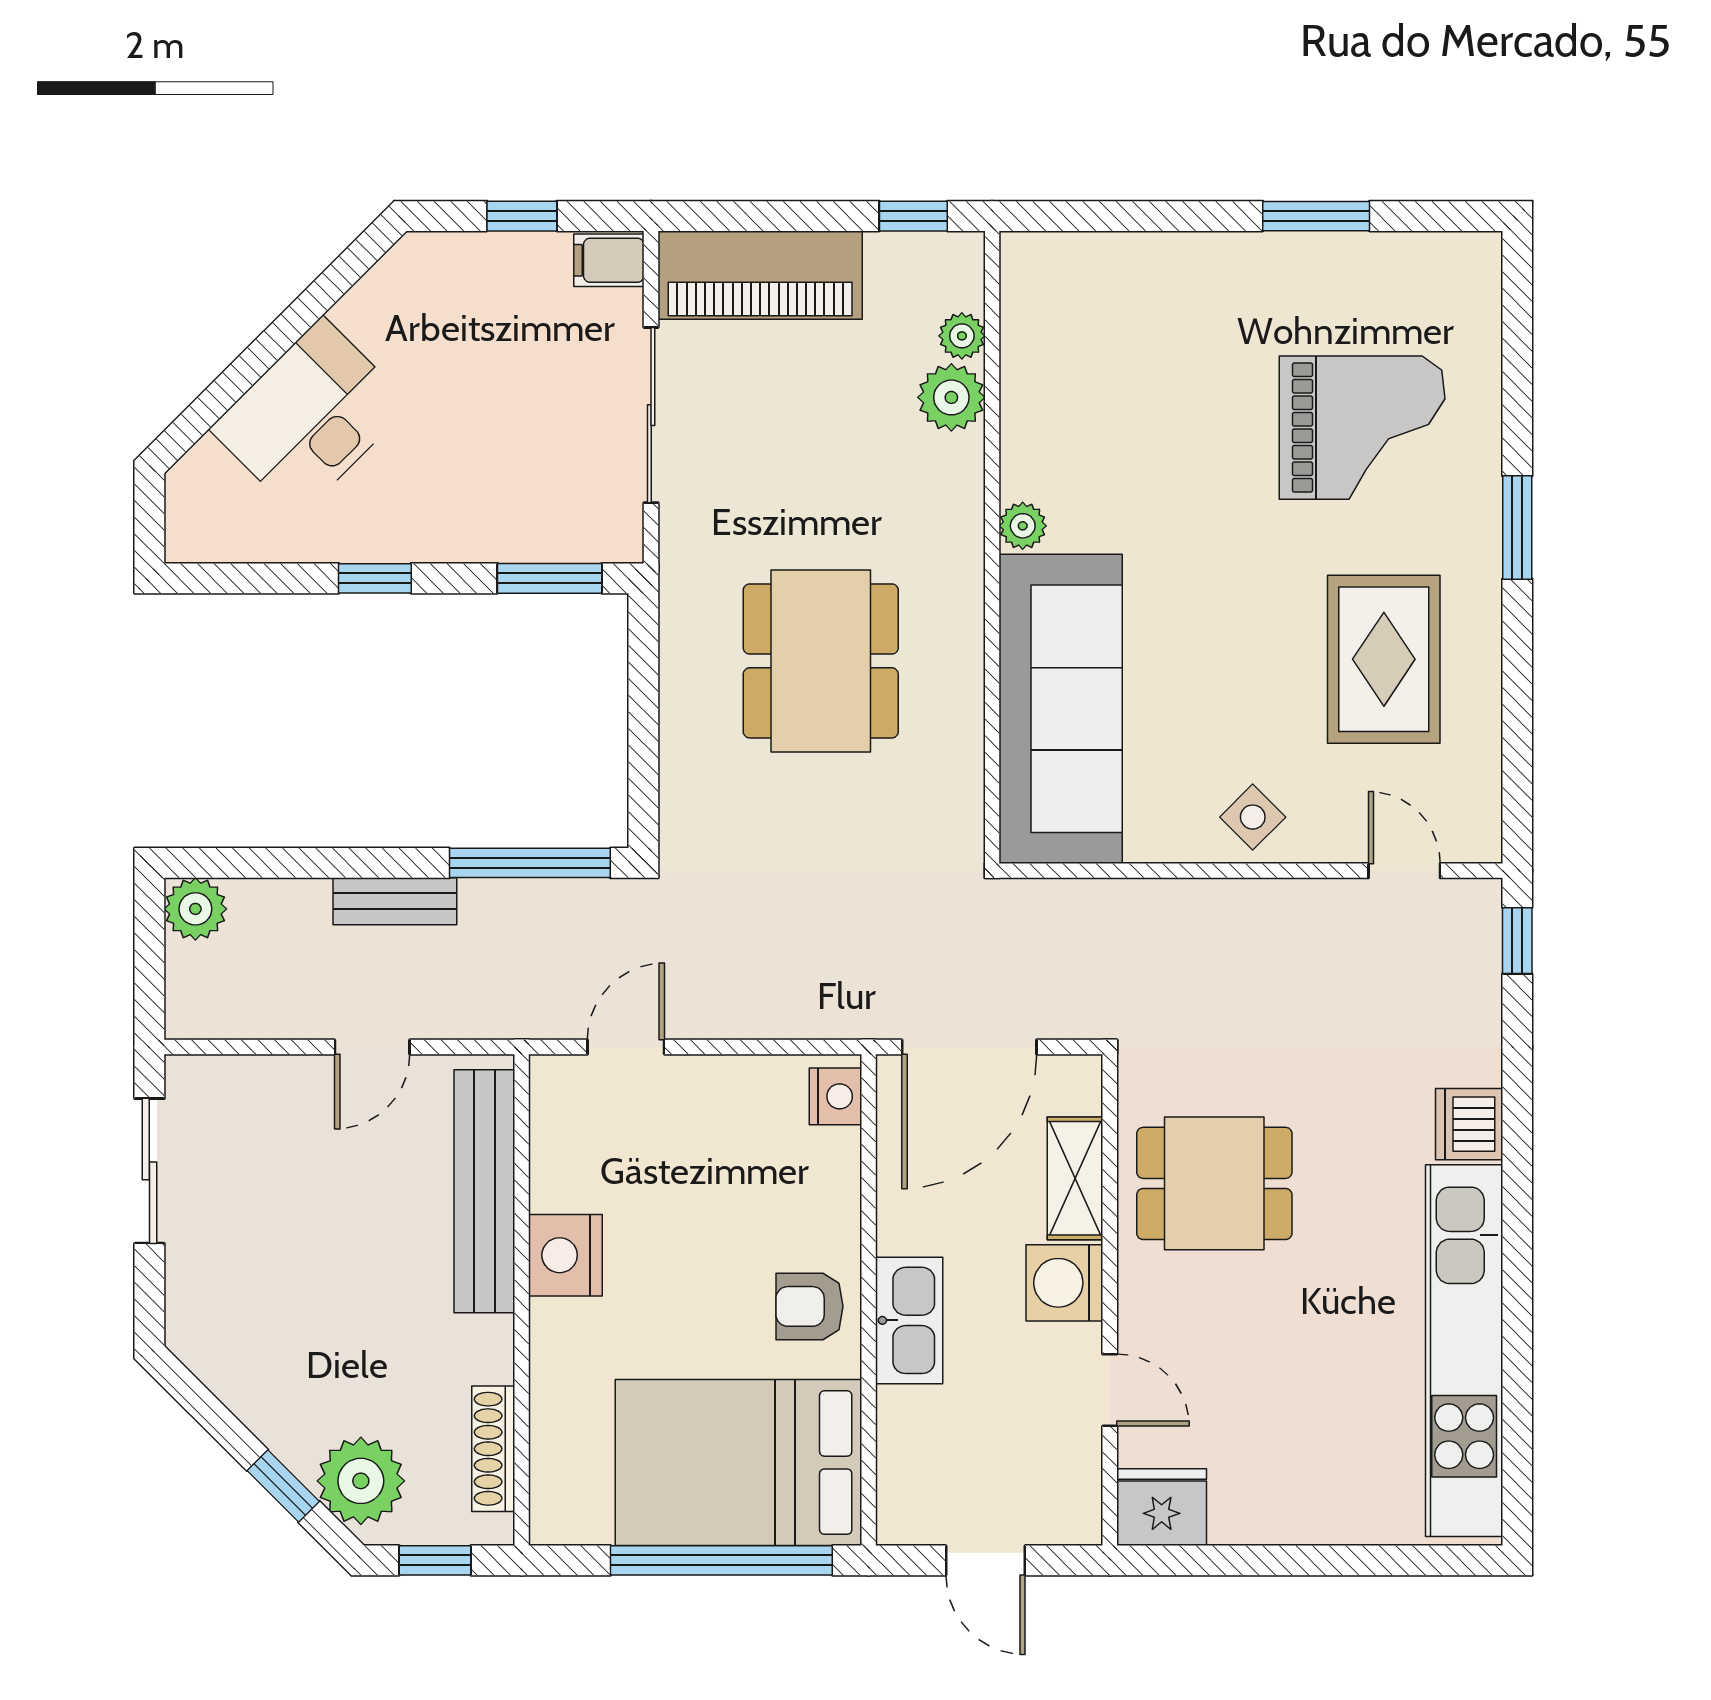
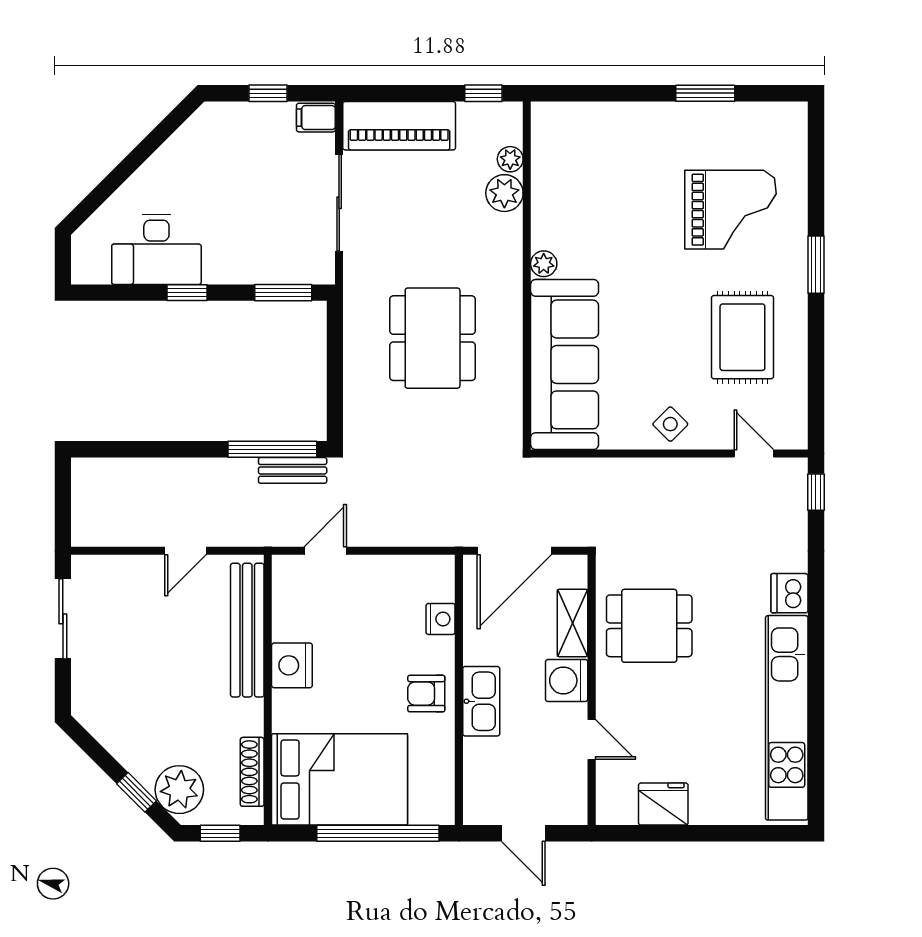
desk: (310, 417) -> (156, 249), moved, turned -135
bench: (395, 901) -> (293, 470), moved
plant: (195, 909) -> (88, 475), removed
nightstand: (835, 1096) -> (441, 619), moved
bed: (738, 1463) -> (340, 779), moved, turned 180
fridge: (1162, 1507) -> (663, 804), moved

